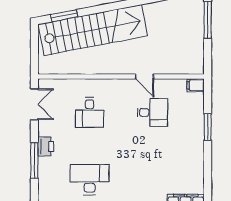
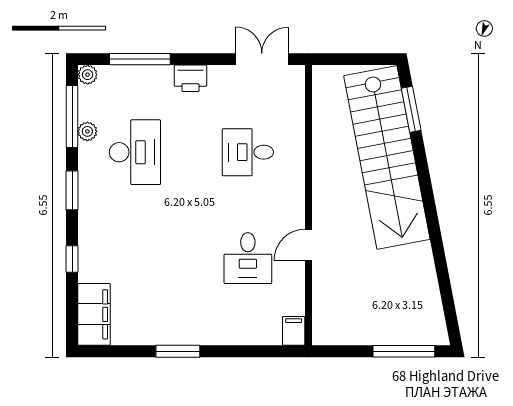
double door: (34, 104) -> (262, 59), swing flipped
window: (208, 127) -> (178, 351), moved
window: (34, 160) -> (140, 59), moved

